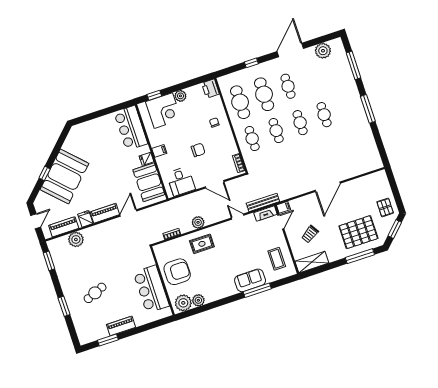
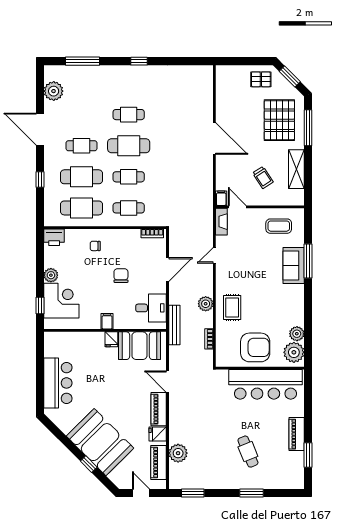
window: (368, 109) -> (139, 61), width x0.46
cafe table: (300, 123) -> (129, 146), width x1.37, depth x1.35
bar counter: (131, 128) -> (58, 383), moved, turned -90
bench: (263, 202) -> (174, 325), moved
shelving: (312, 262) -> (296, 169), moved
armchair: (177, 272) -> (255, 347), turned 90
bar counter: (151, 289) -> (265, 384), width x1.36

